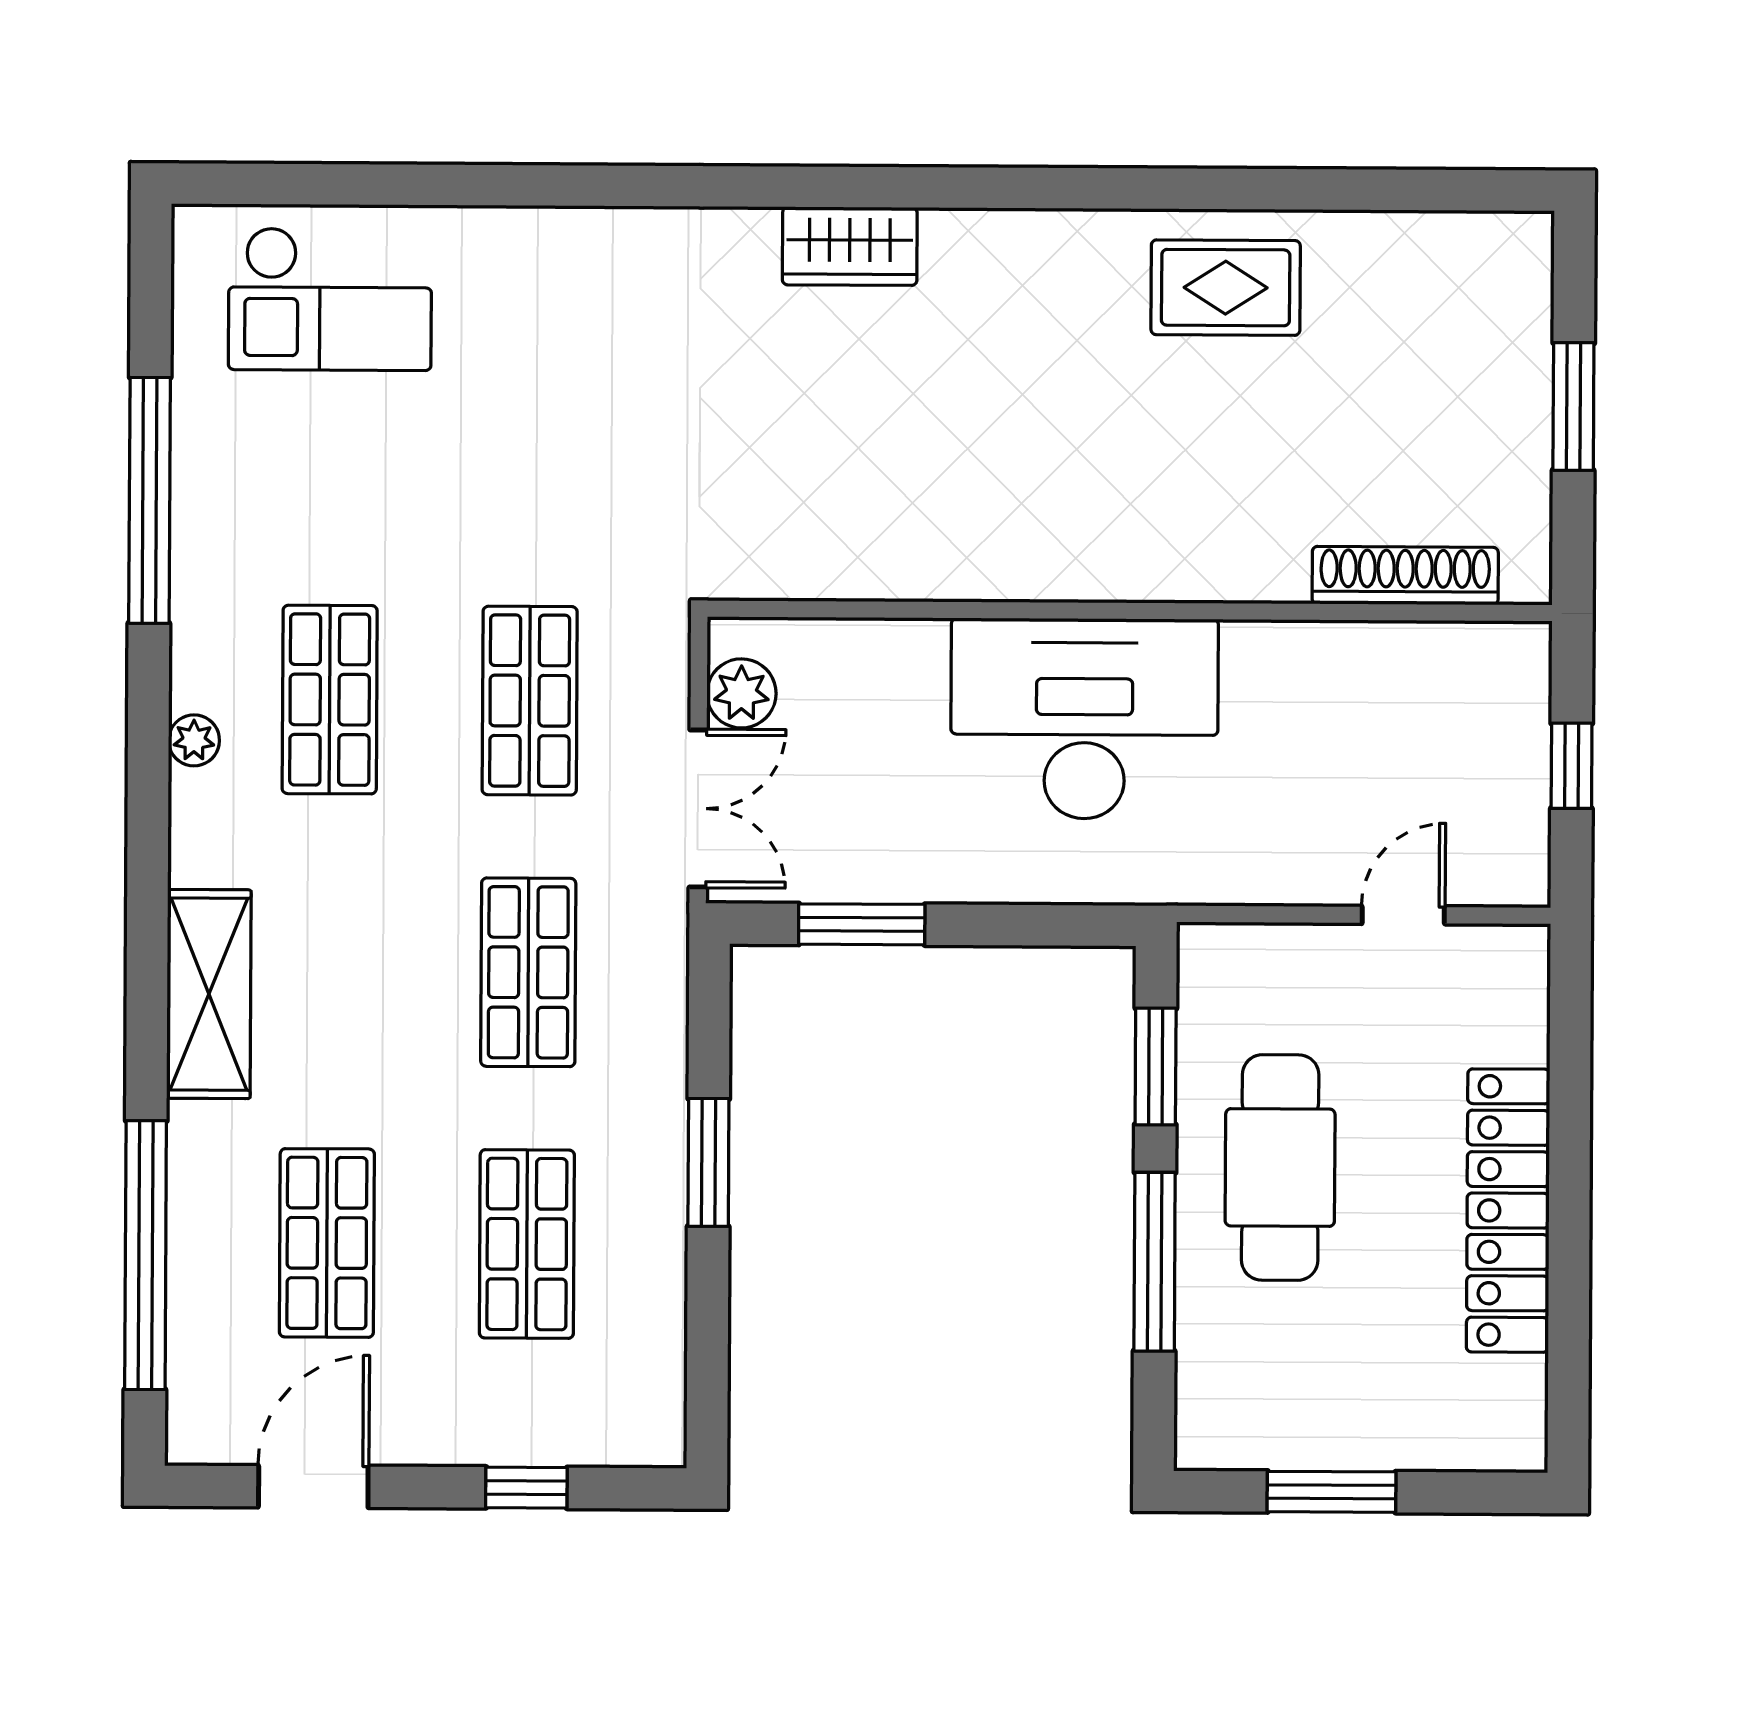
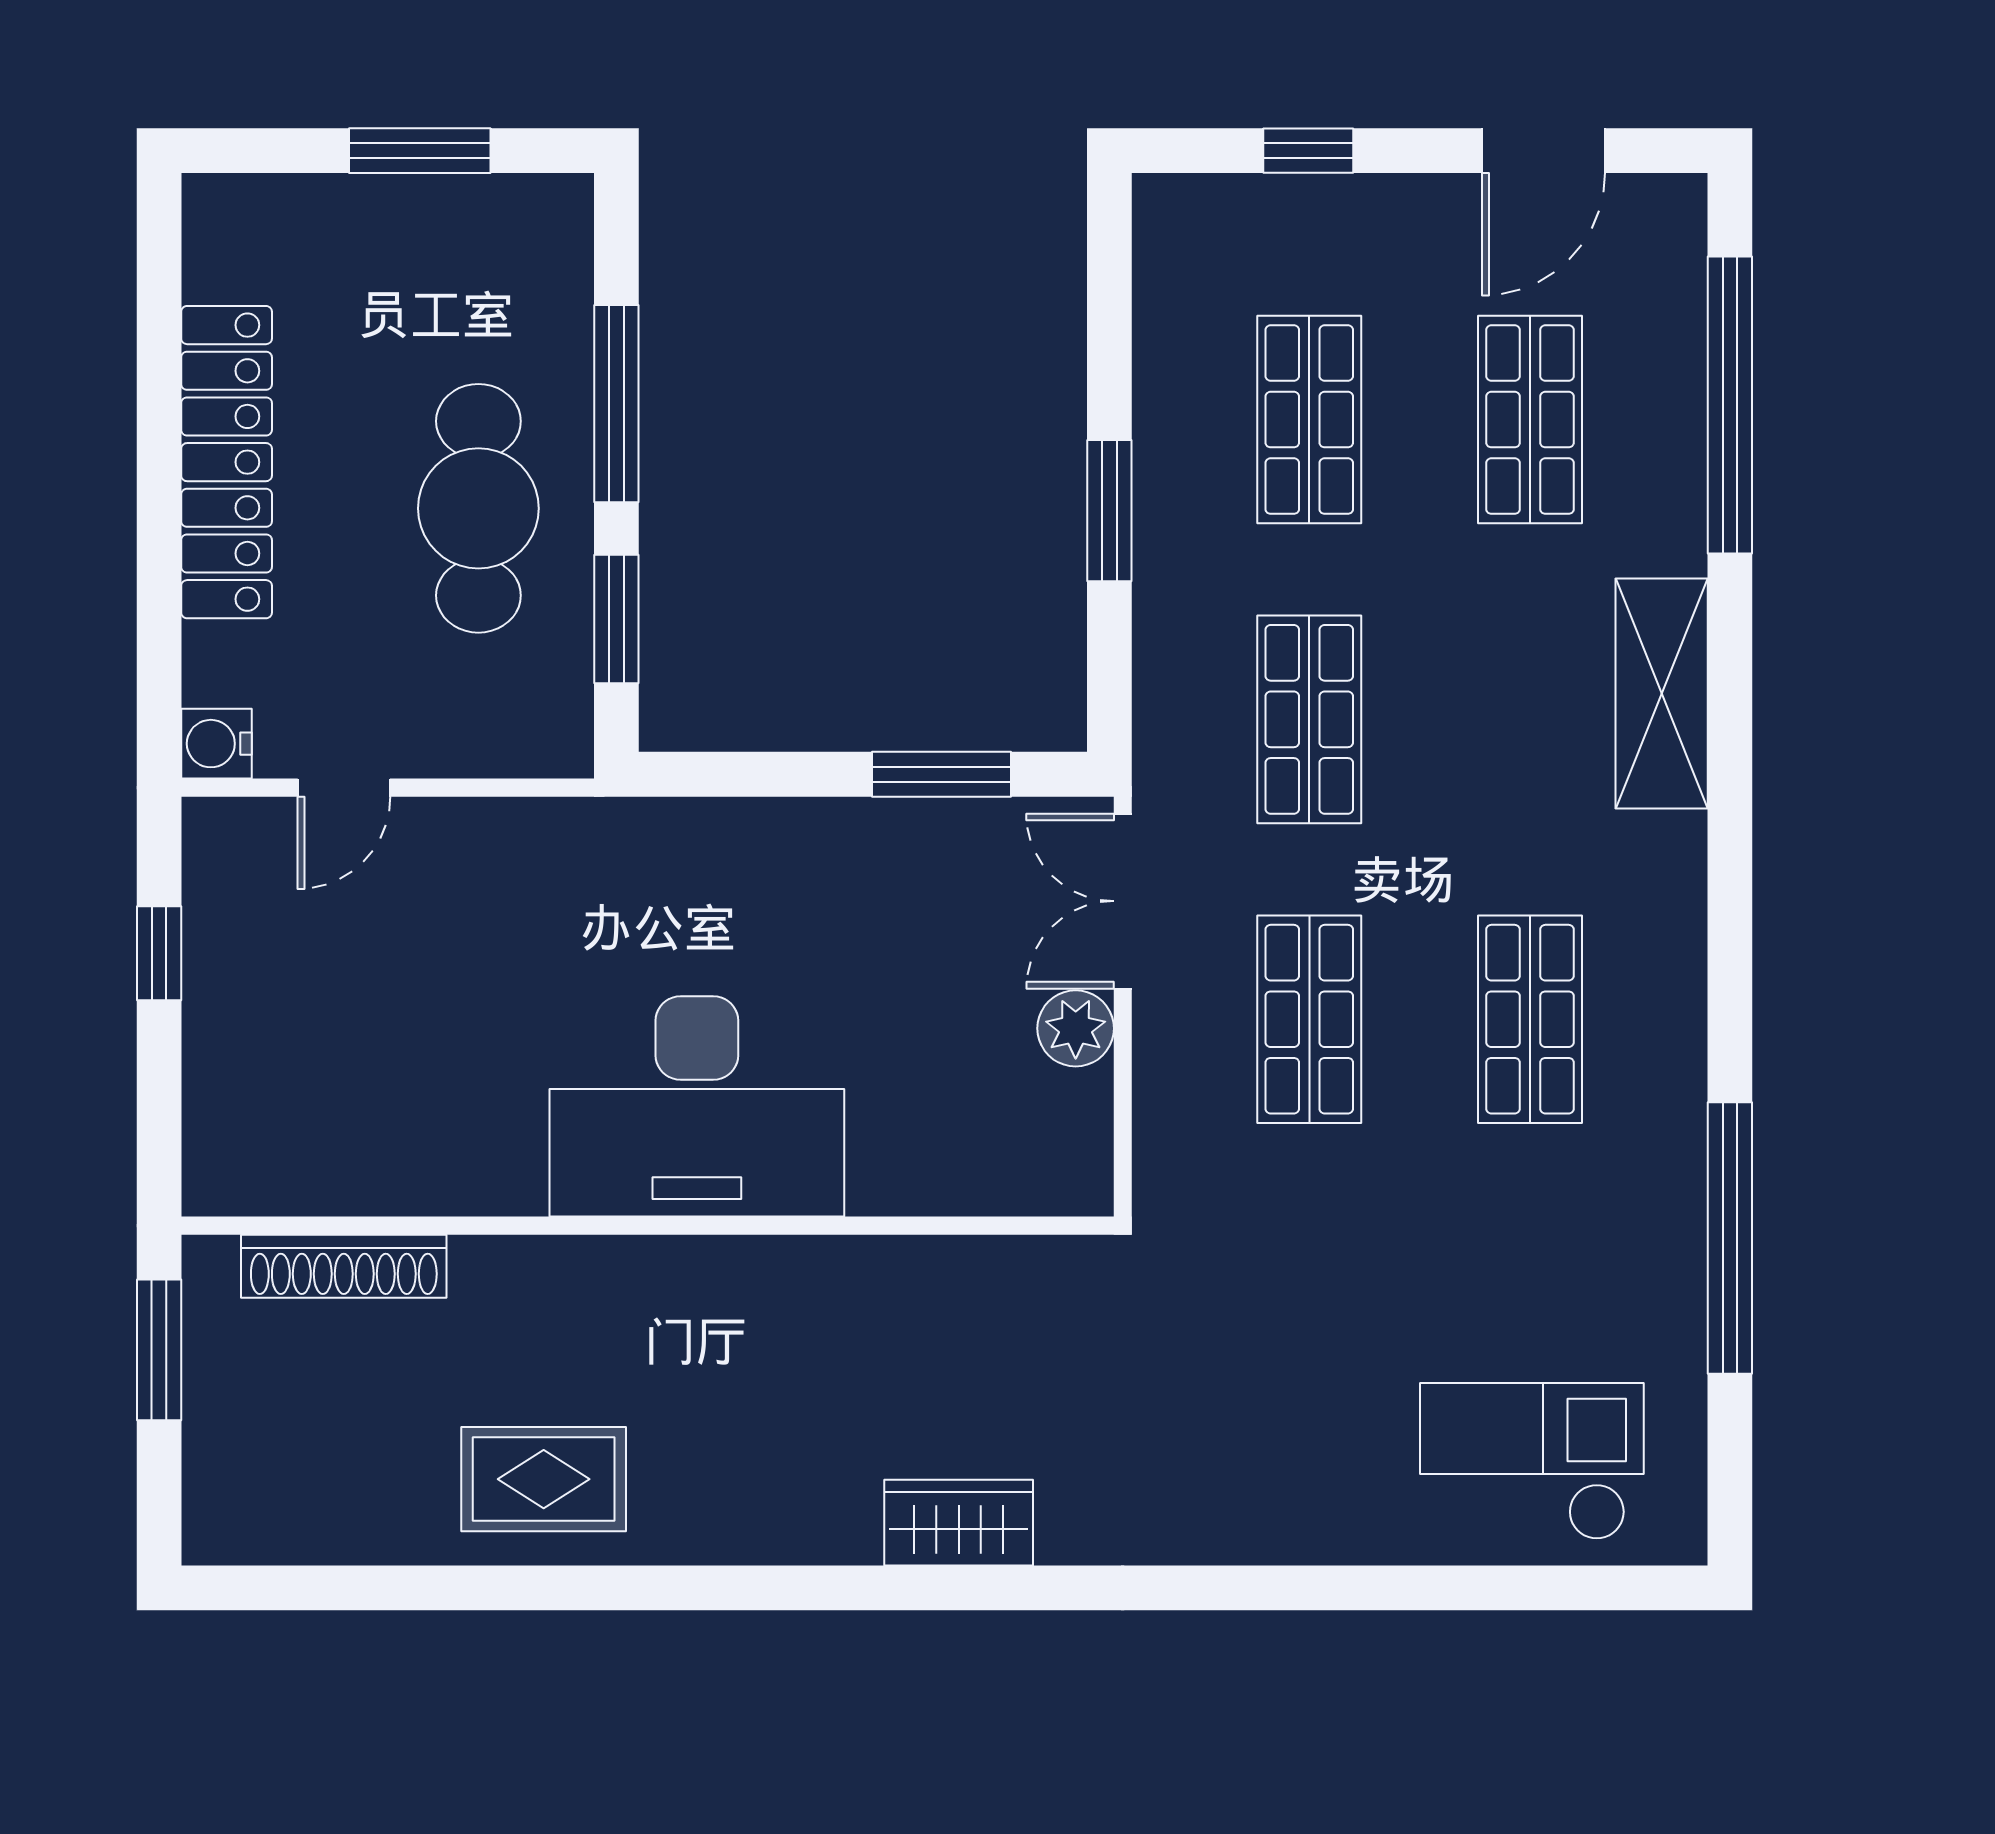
shoe rack: (1405, 576) -> (344, 1266), moved
wall: (1130, 611) -> (648, 1226), moved
desk: (1084, 719) -> (697, 1106), moved
plant: (194, 740) -> (1680, 973), removed
water cooler: (1519, 956) -> (216, 744), added

